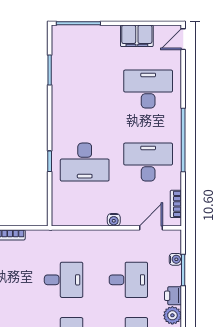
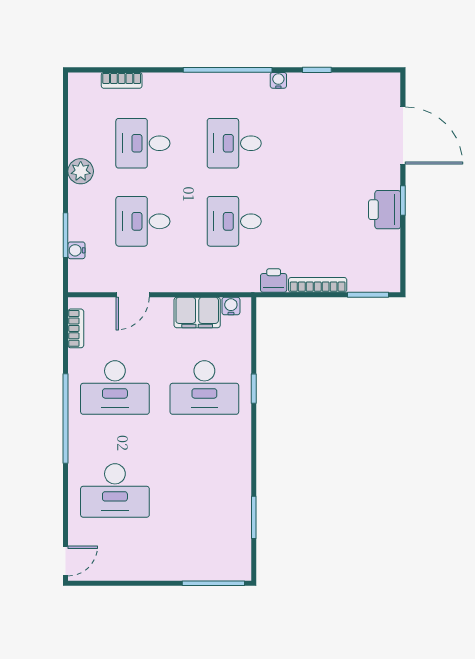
filing cabinet: (137, 36) -> (197, 312), moved, turned 180
desk: (85, 162) -> (204, 388), turned 180
water cooler: (114, 220) -> (231, 306), moved
door: (151, 228) -> (133, 295), moved
printer: (173, 296) -> (274, 280), moved, turned -90

